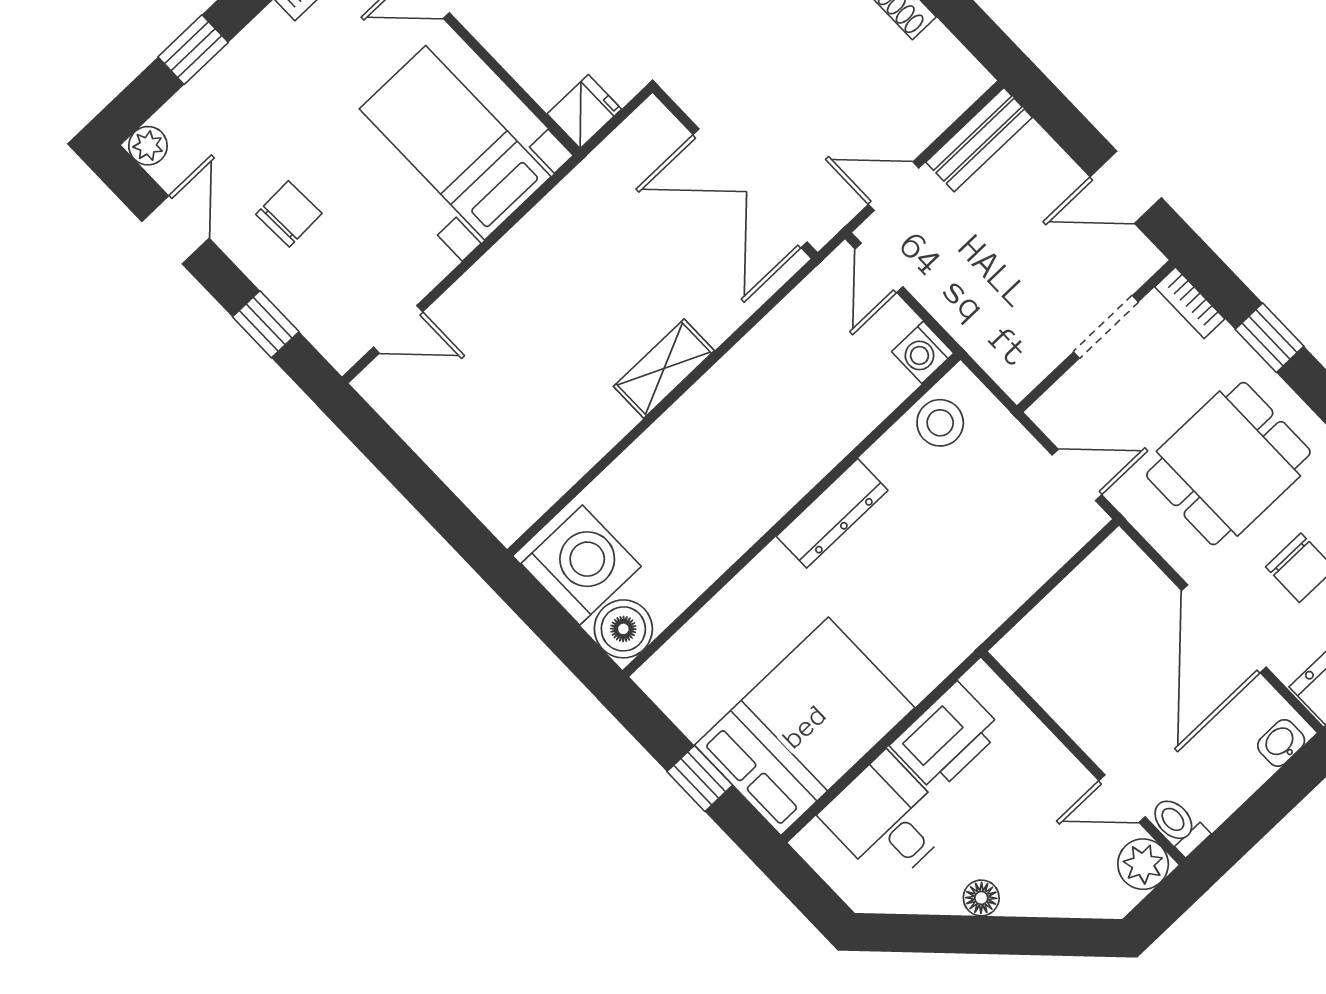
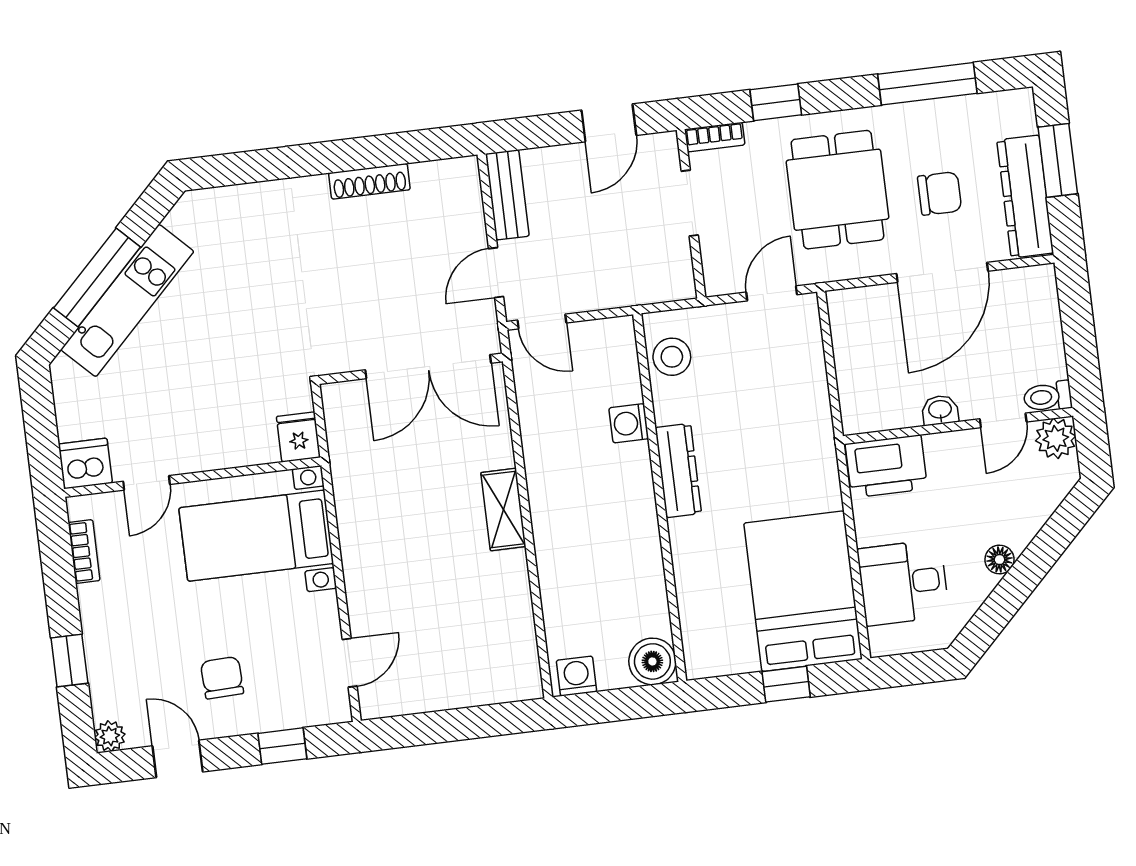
washing machine: (923, 352) -> (629, 423), moved, turned 90
washing machine: (581, 565) -> (576, 676), width x0.53, depth x0.53
door: (1224, 629) -> (942, 272), hinge flipped
printer: (947, 737) -> (886, 466), moved, turned 90
washbasin: (1281, 743) -> (940, 410), moved, turned 90

